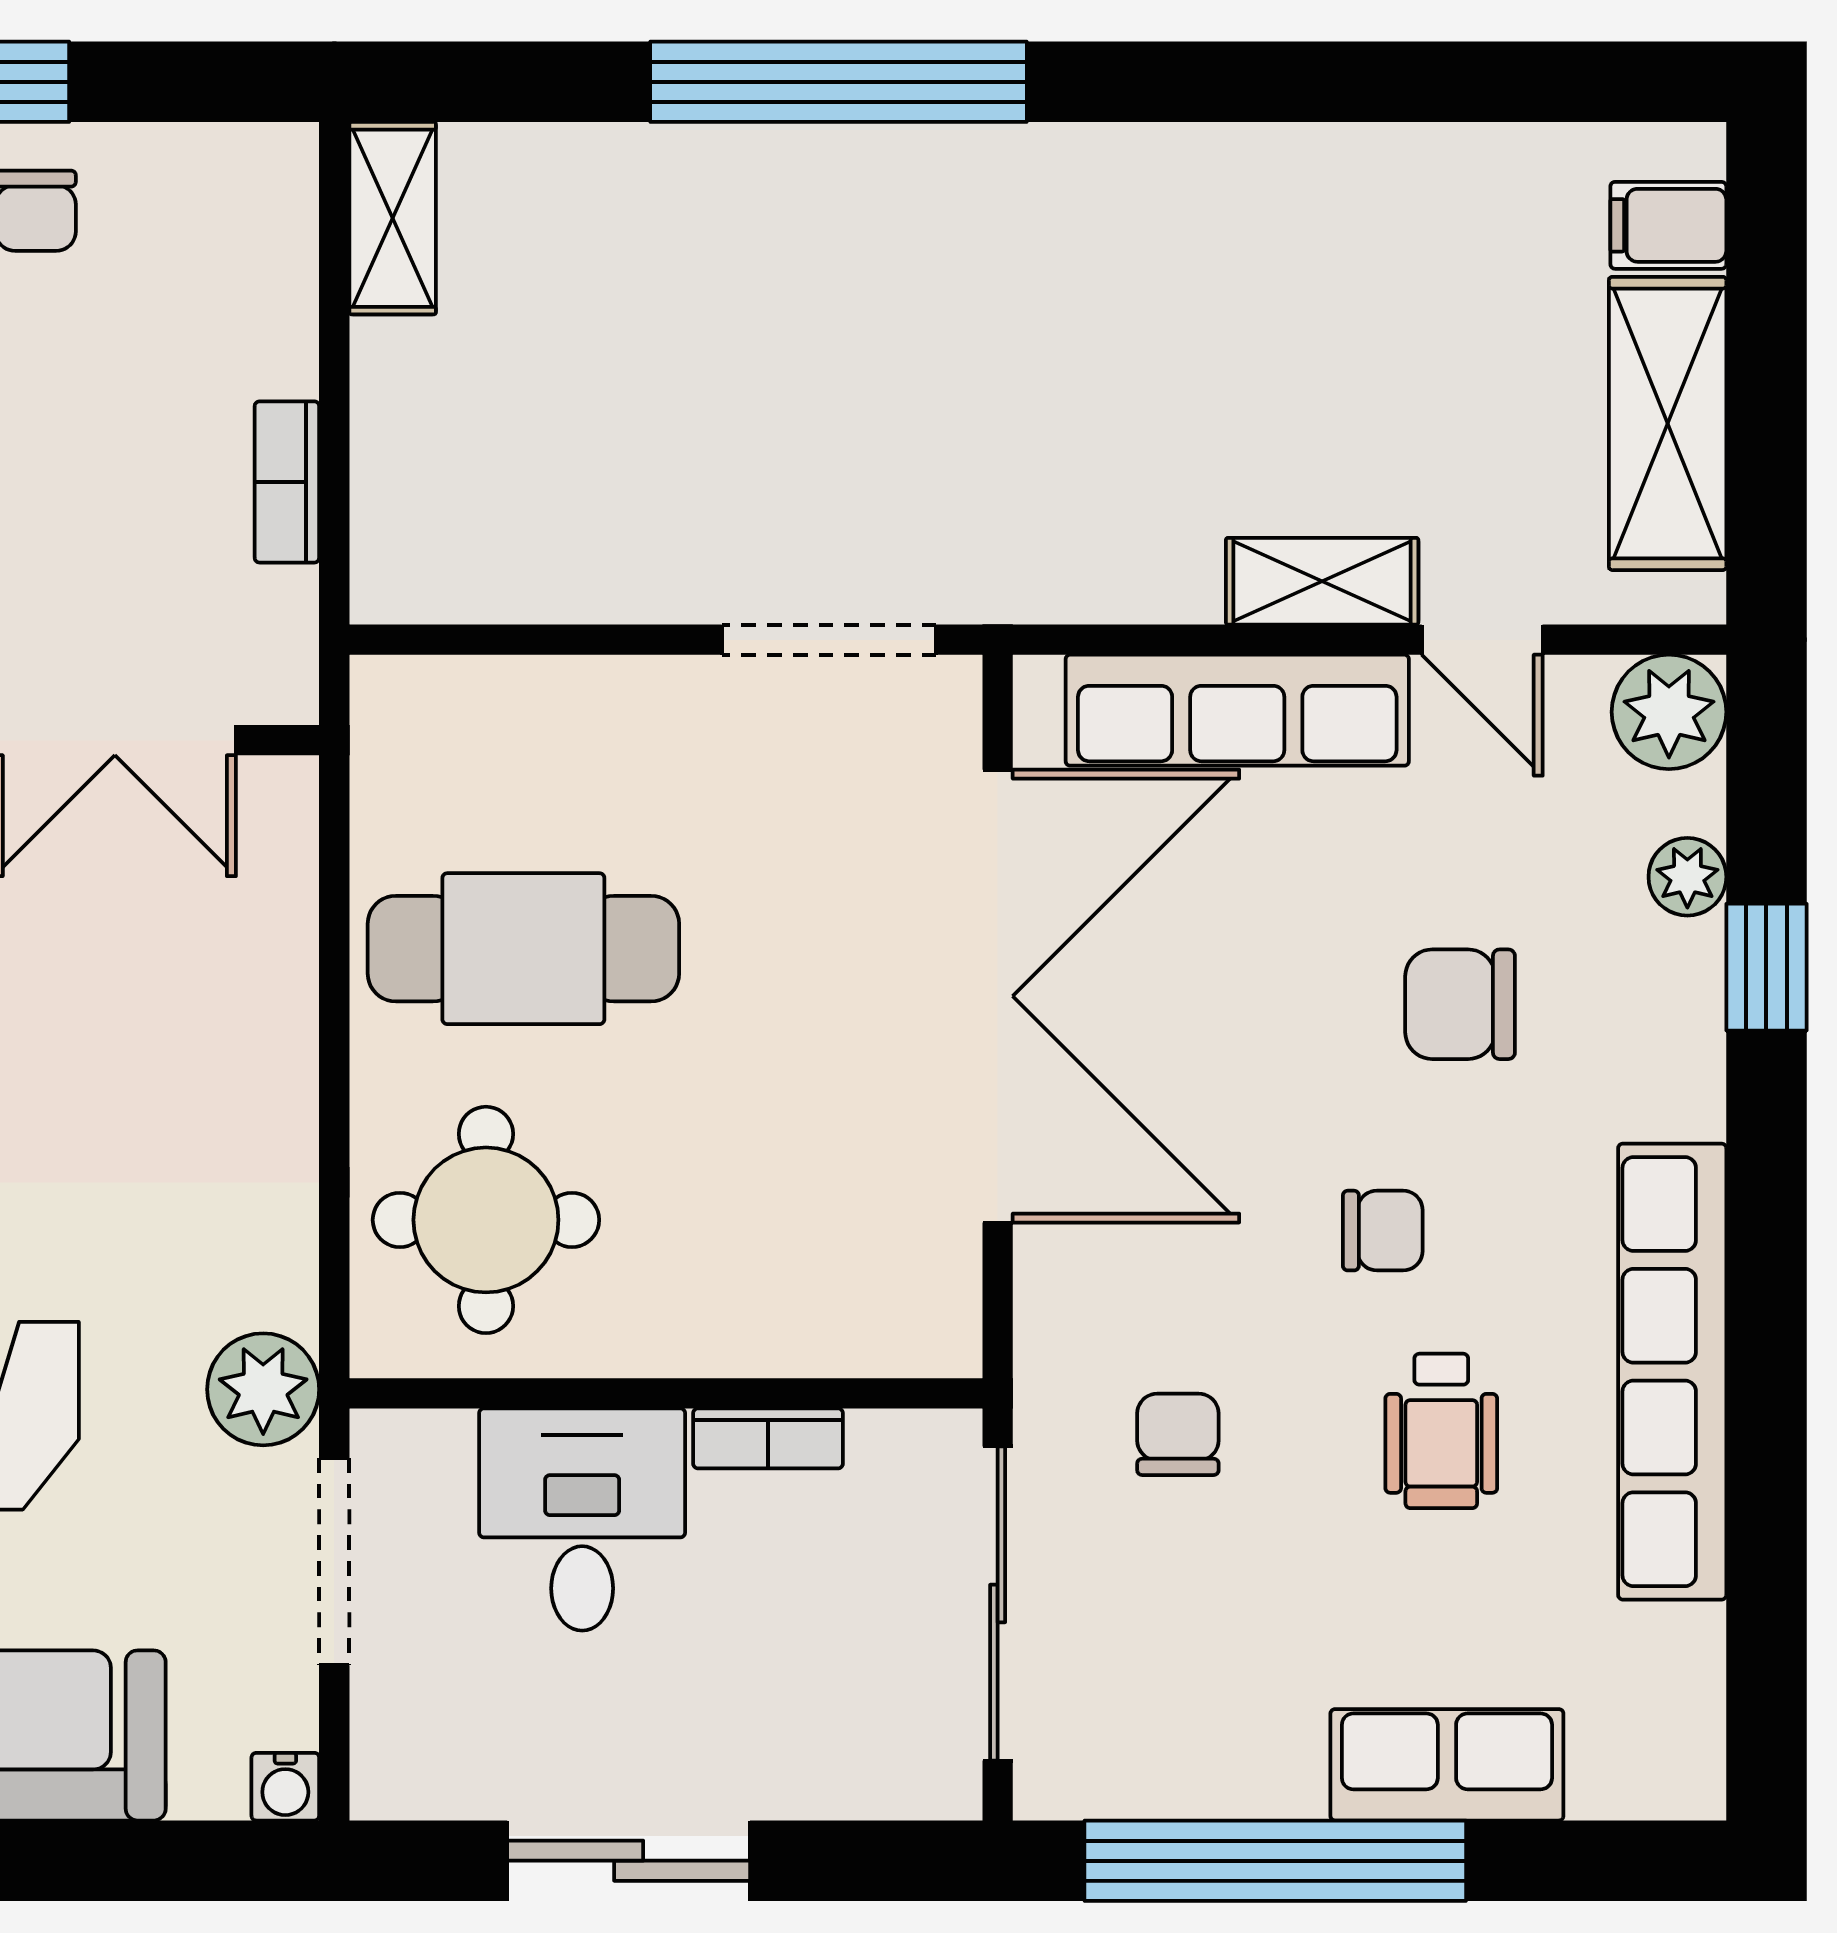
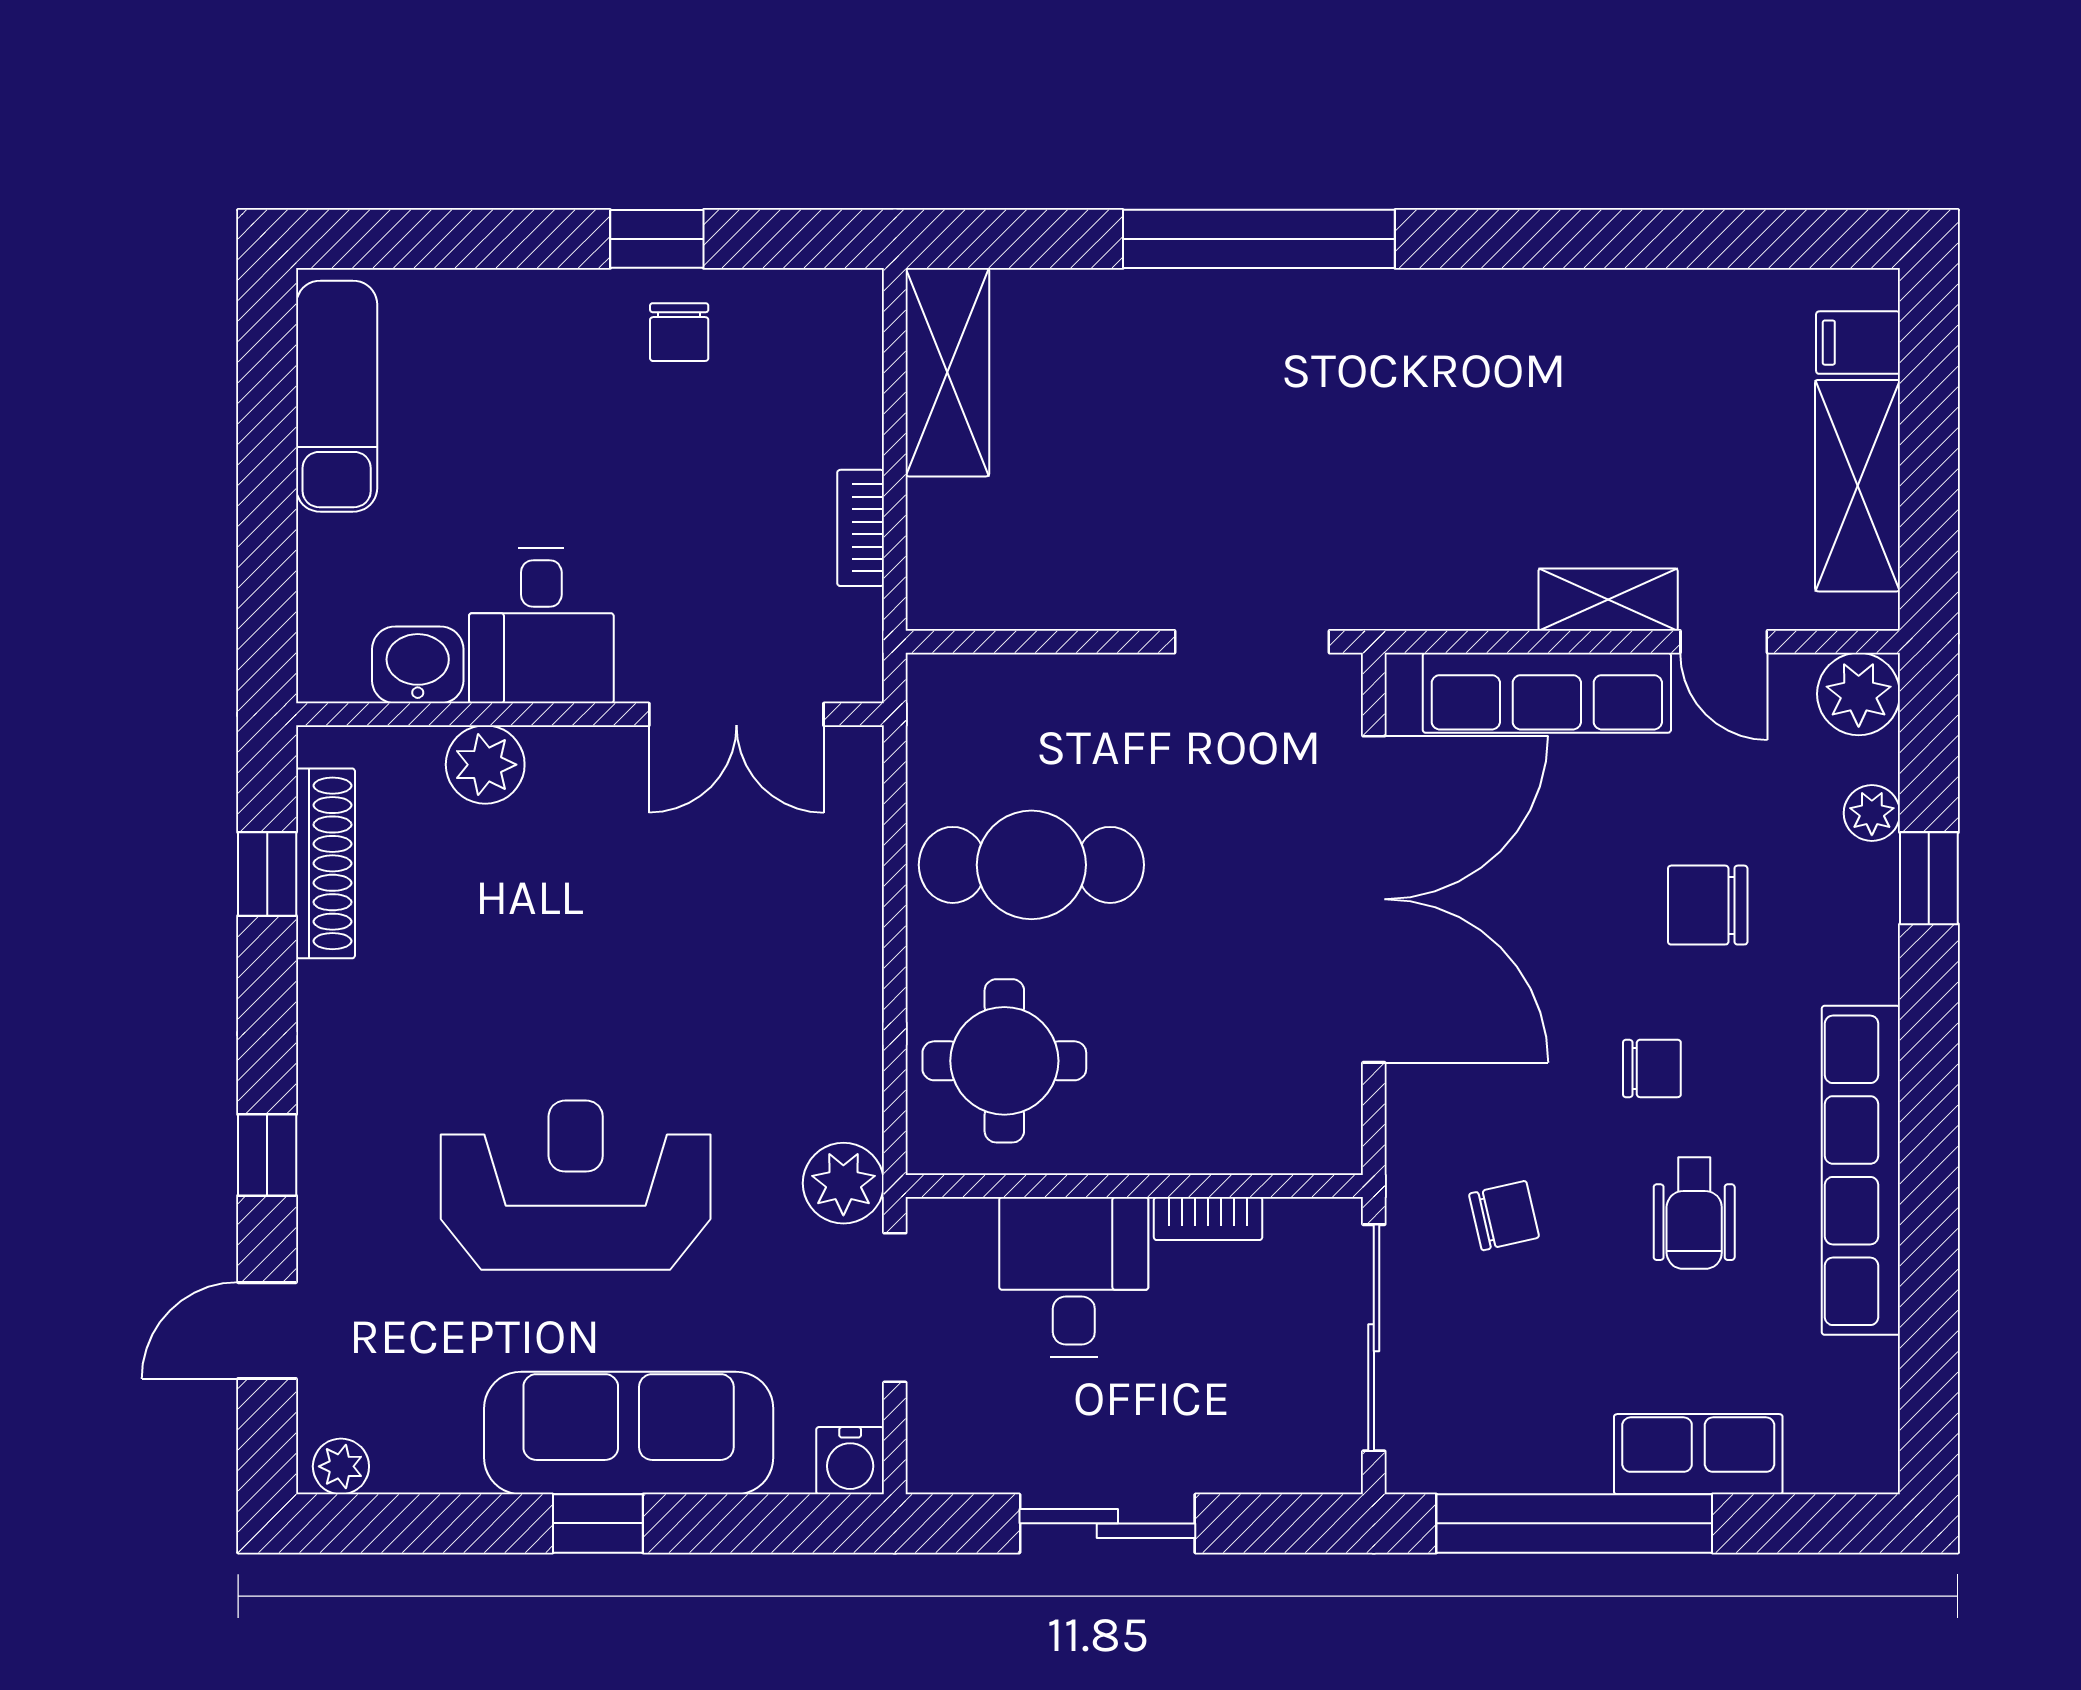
shelving: (393, 218) -> (947, 372), width x1.50, depth x1.33
chair: (1178, 1434) -> (1504, 1216), turned 77
water cooler: (285, 1787) -> (850, 1461), width x1.38, depth x1.38

